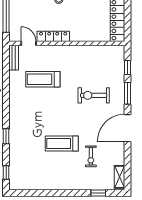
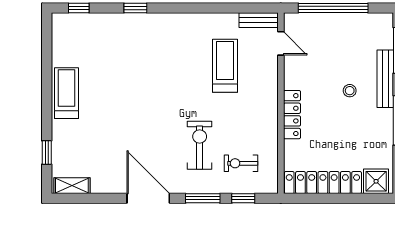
locker: (53, 36) -> (292, 115), moved
door: (29, 43) -> (281, 43), hinge flipped
treadmill: (62, 143) -> (66, 93), moved
exercise bike: (91, 156) -> (241, 163), moved

